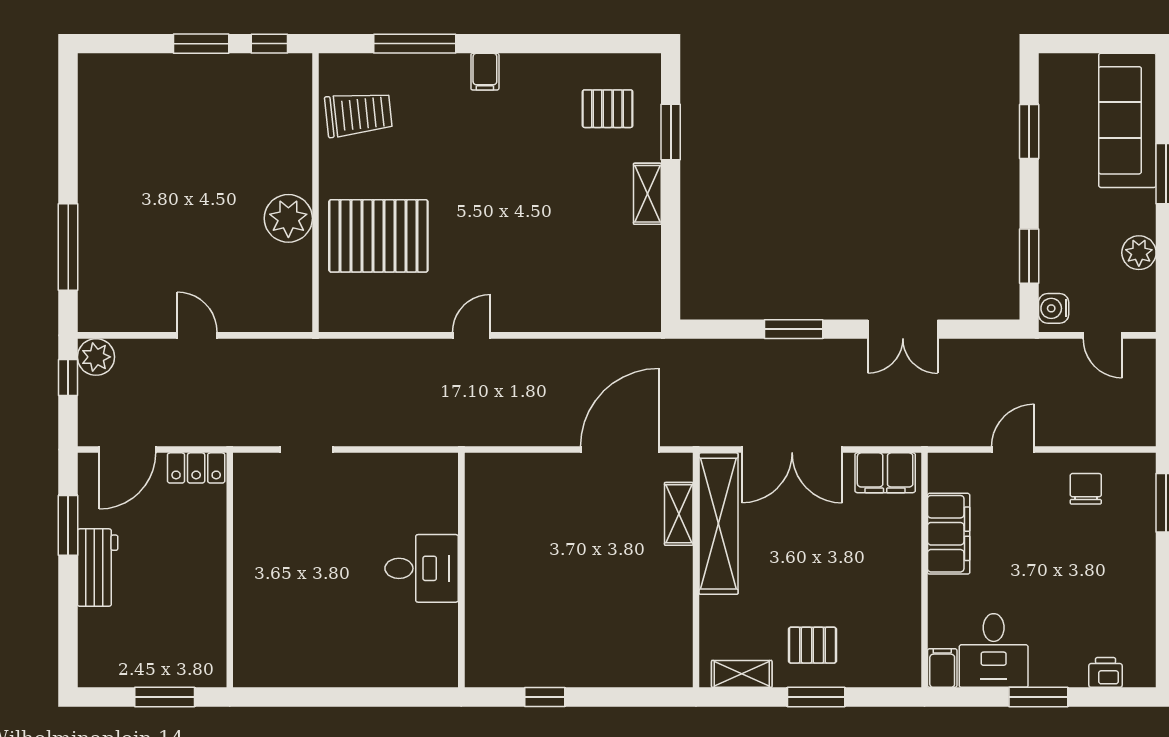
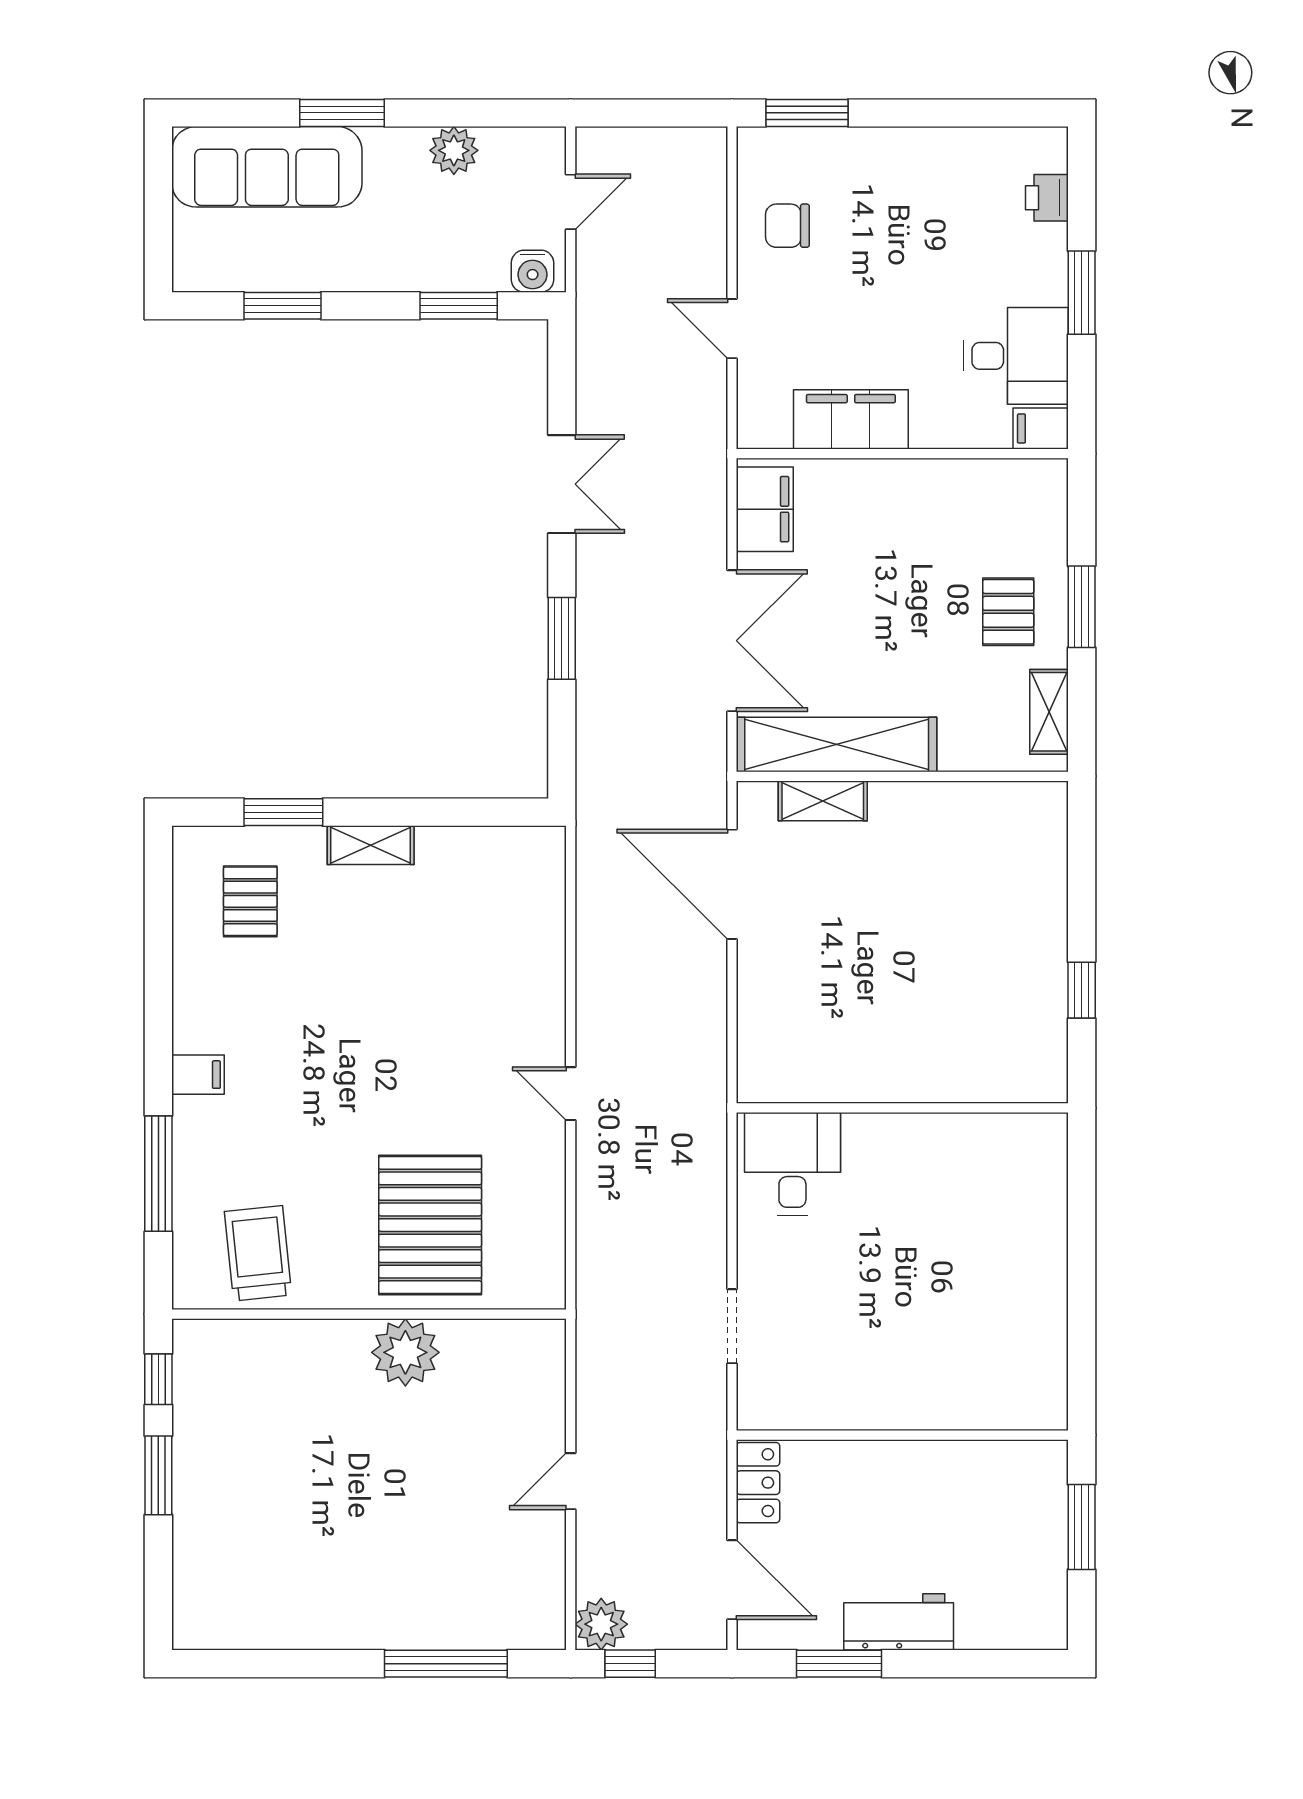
desk: (422, 568) -> (792, 1164), moved

